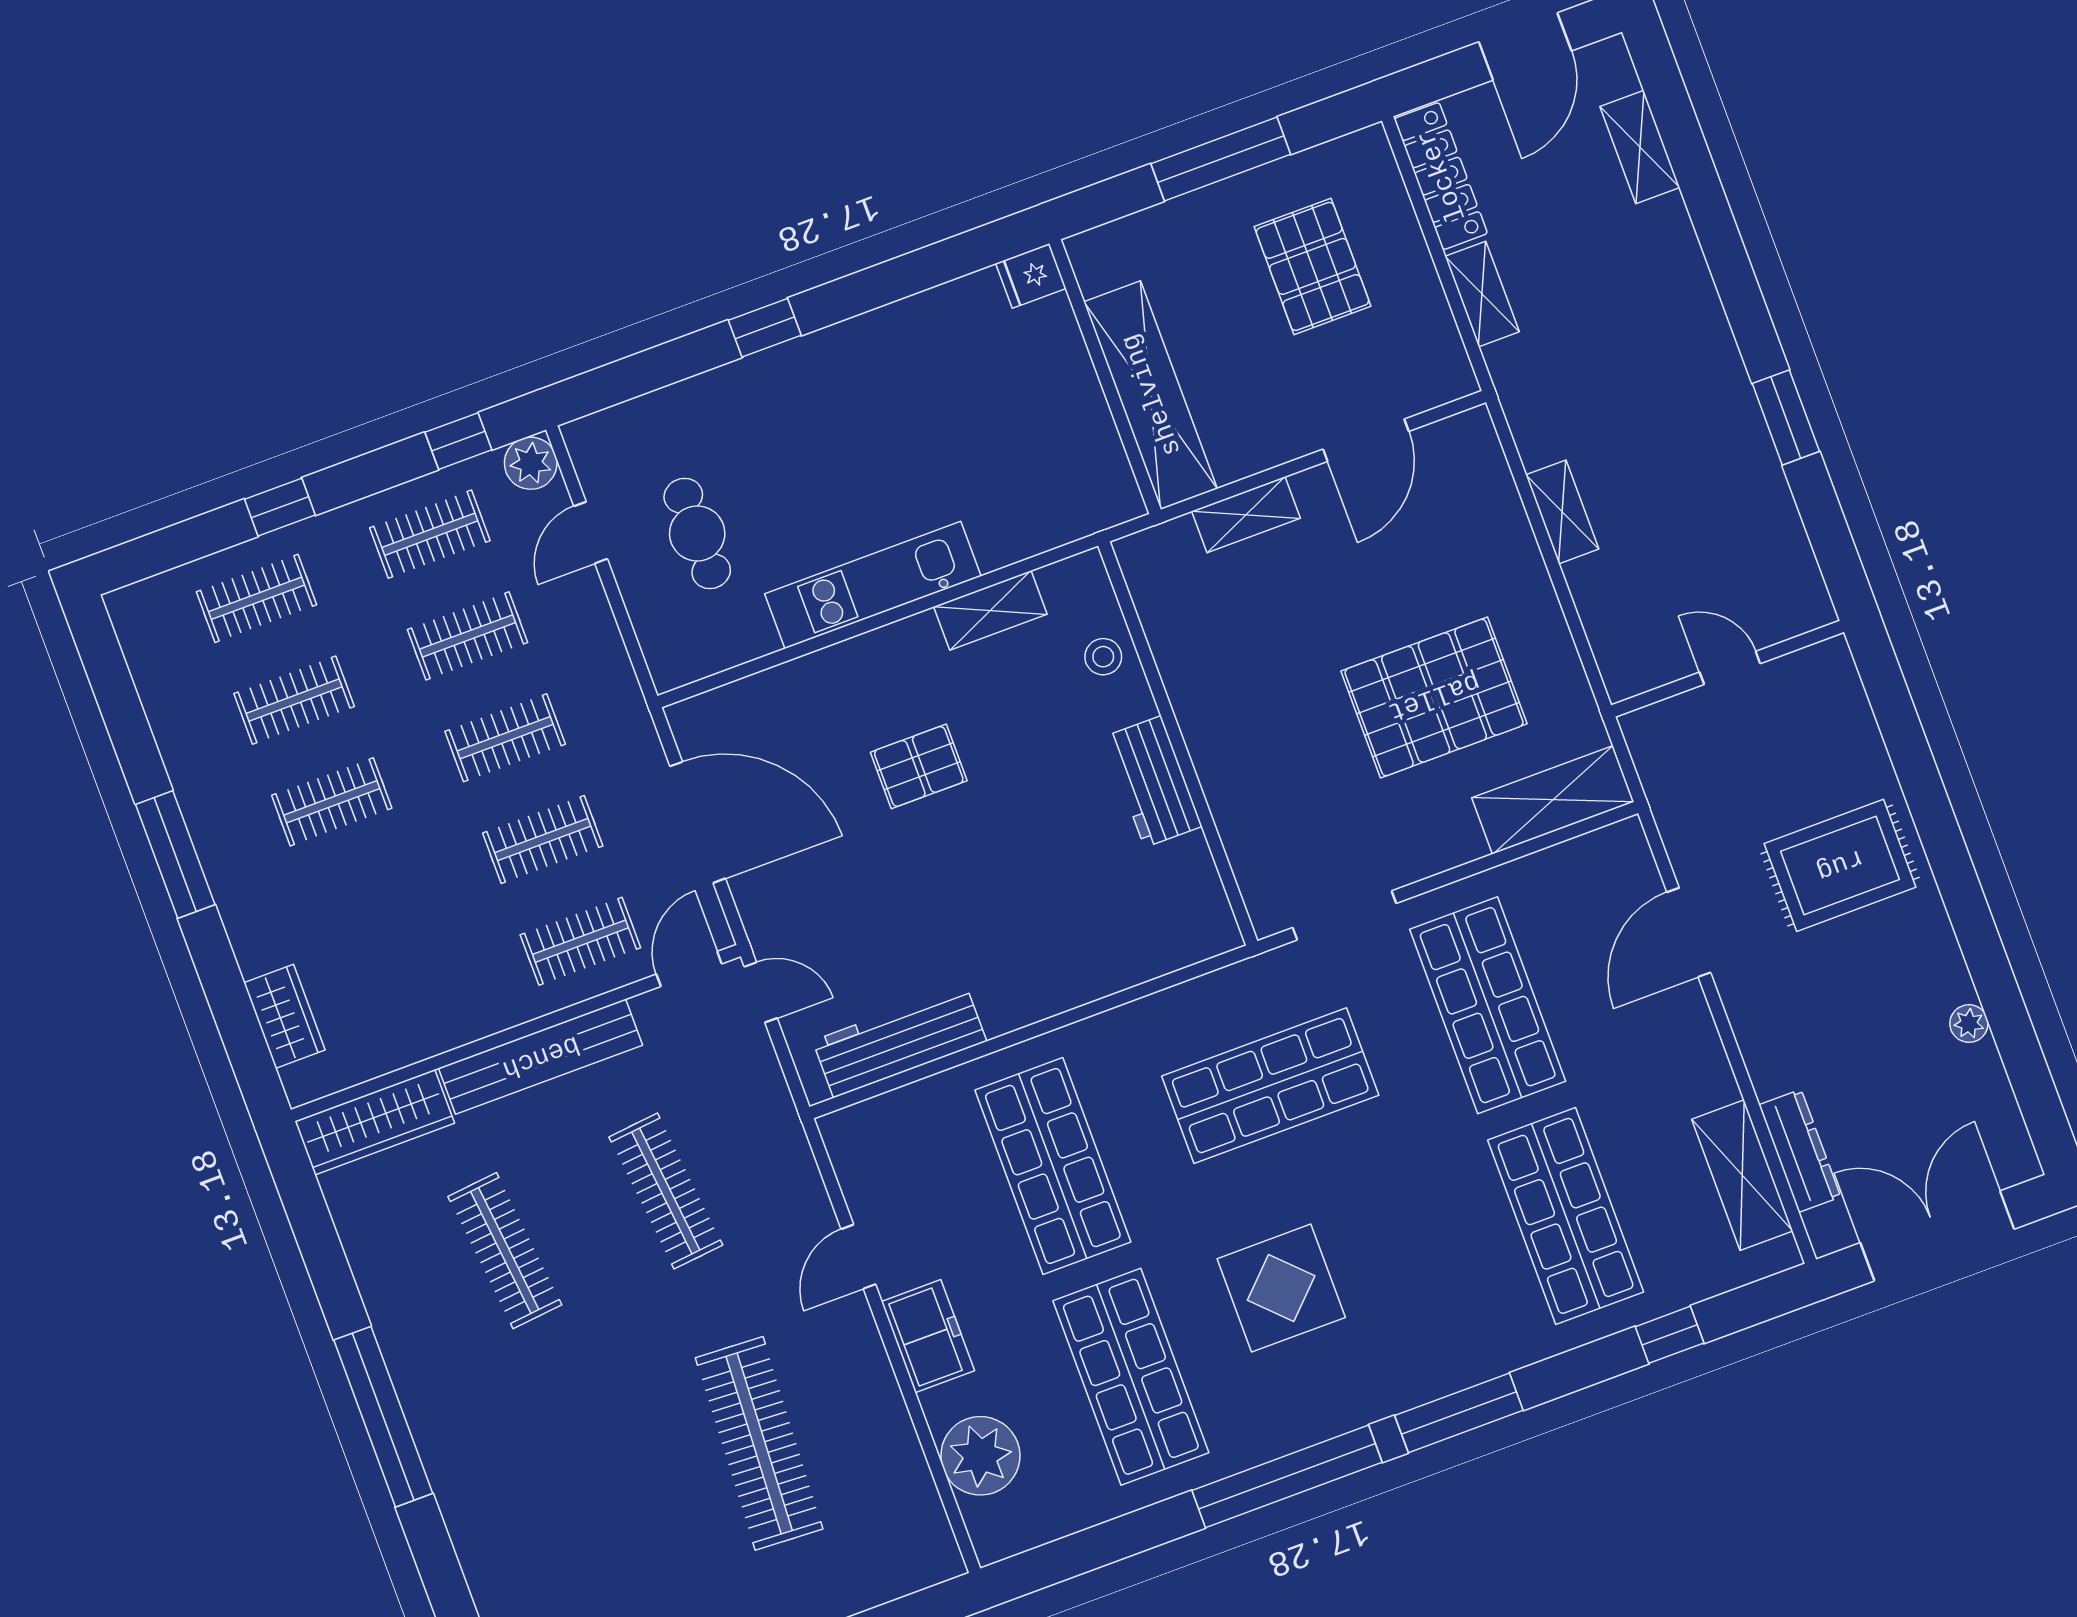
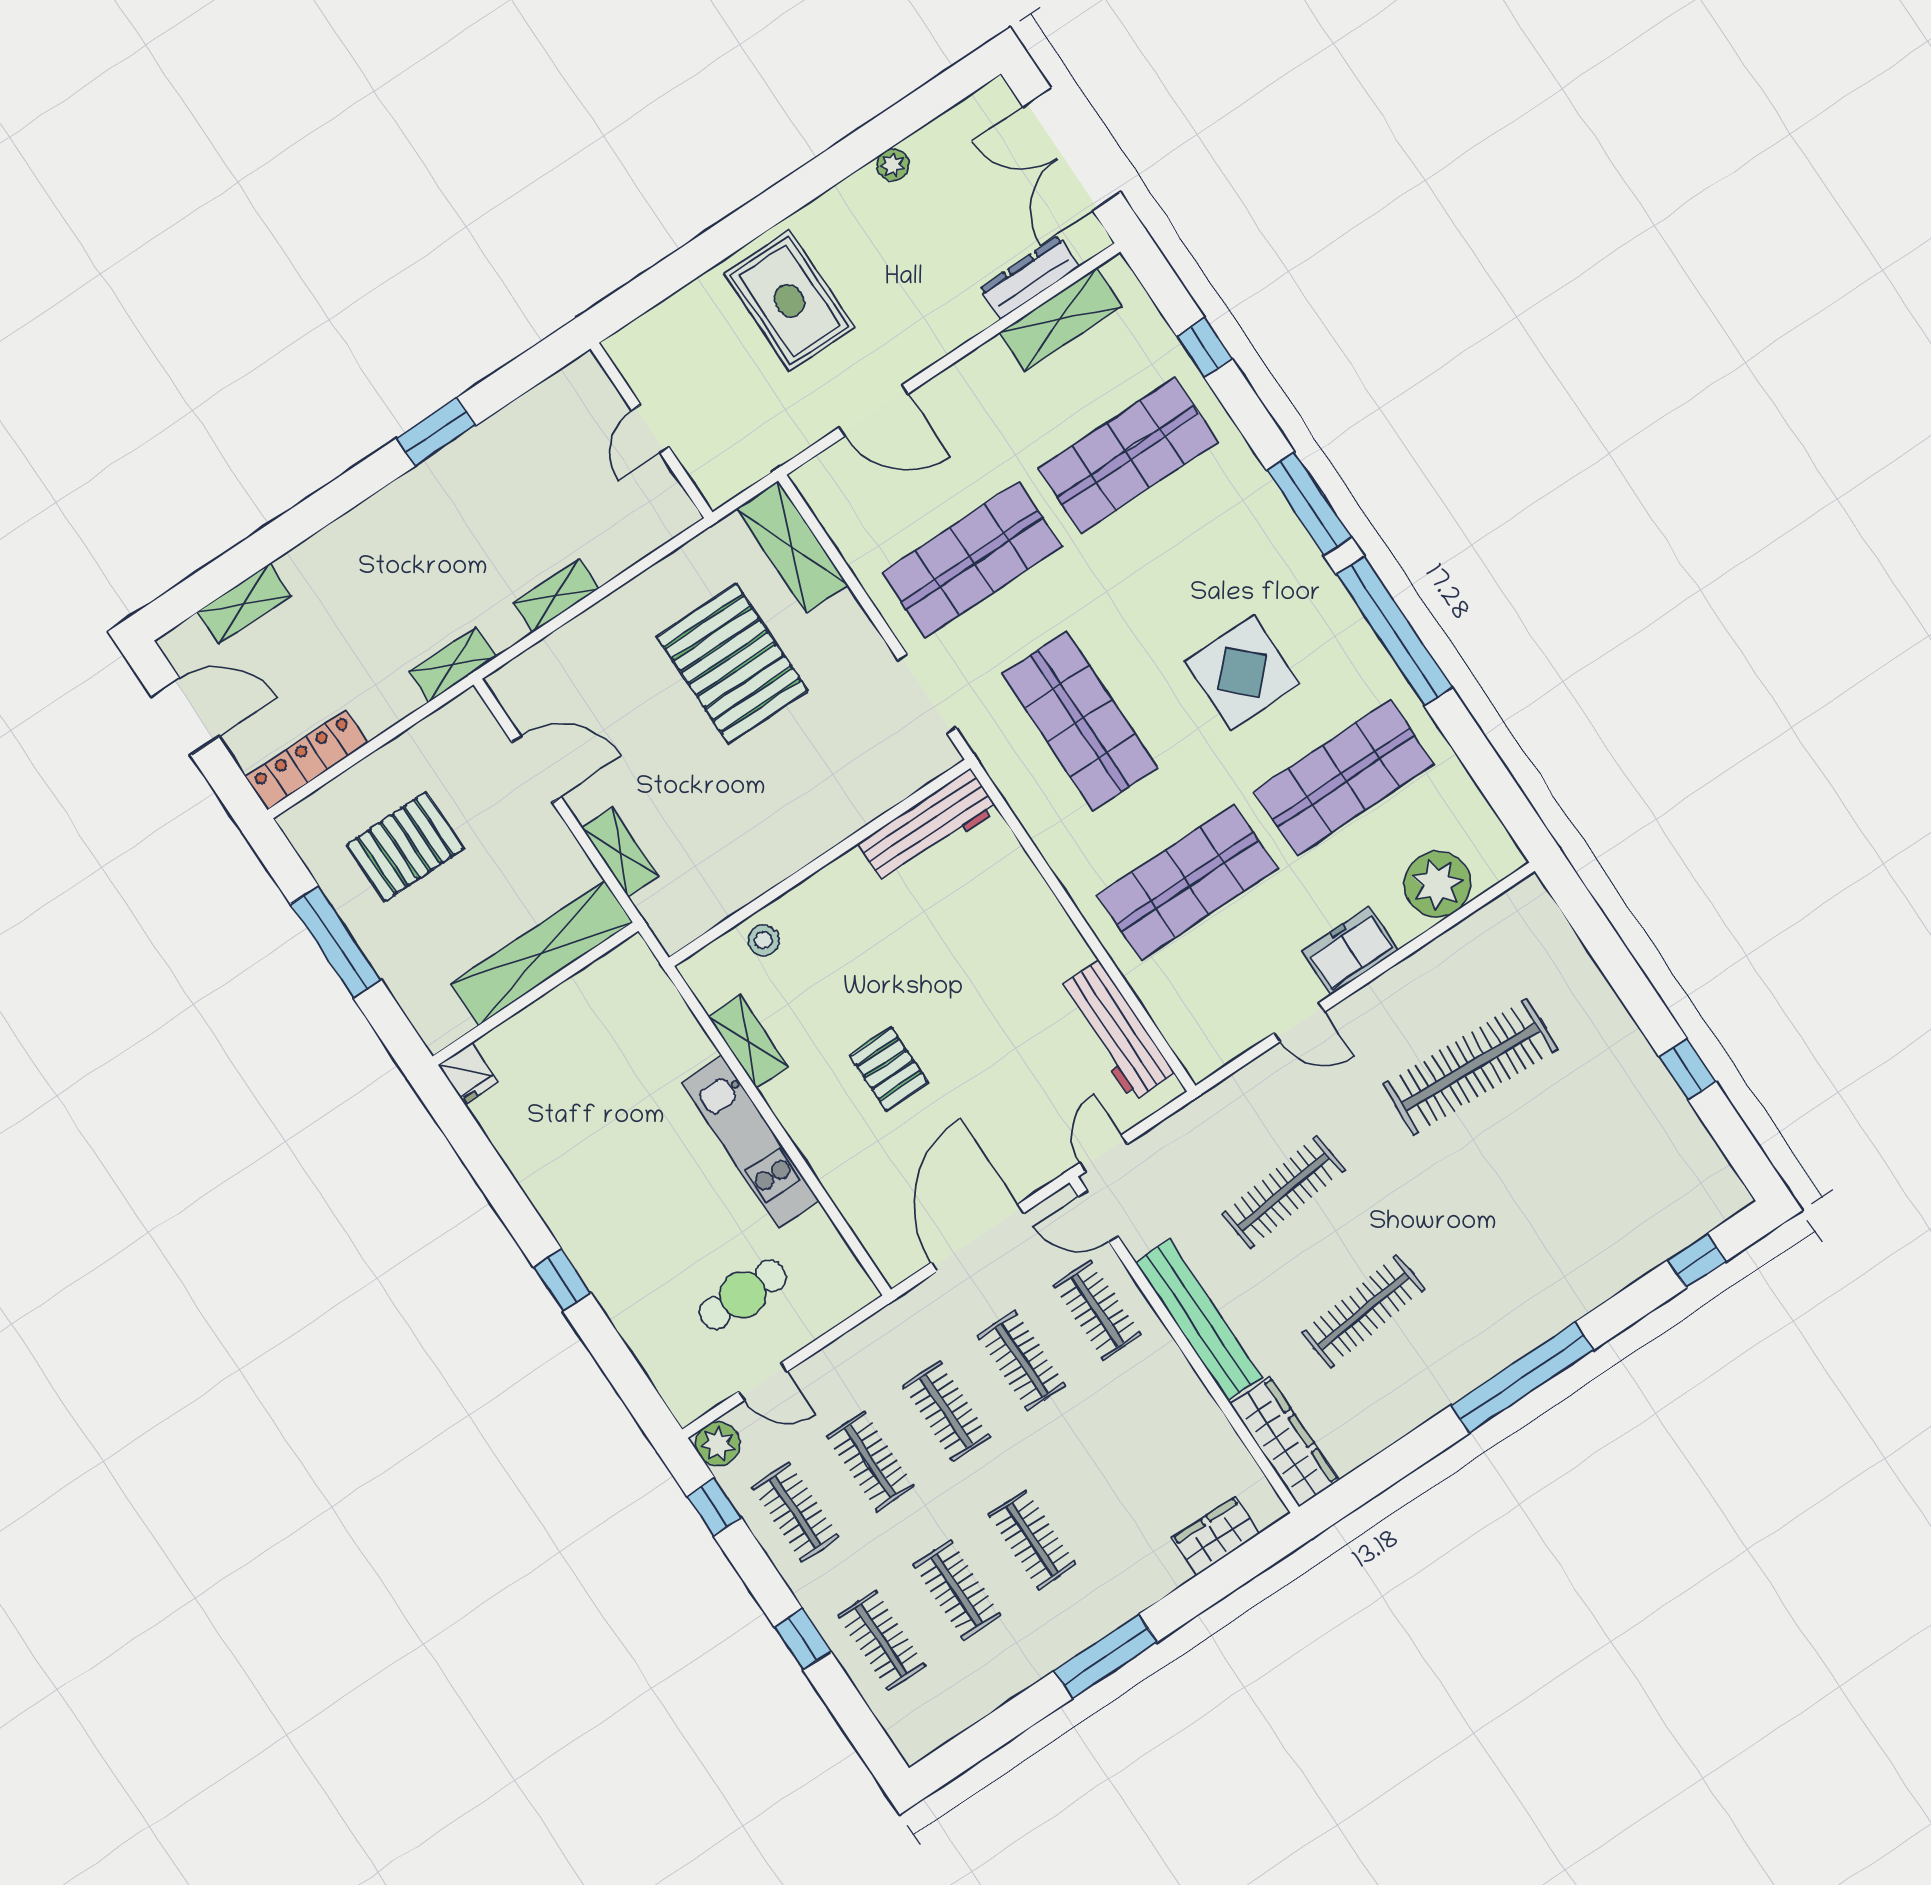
shelving: (1482, 294) -> (453, 664), moved
workbench: (1153, 782) -> (928, 827), moved, width x1.38

